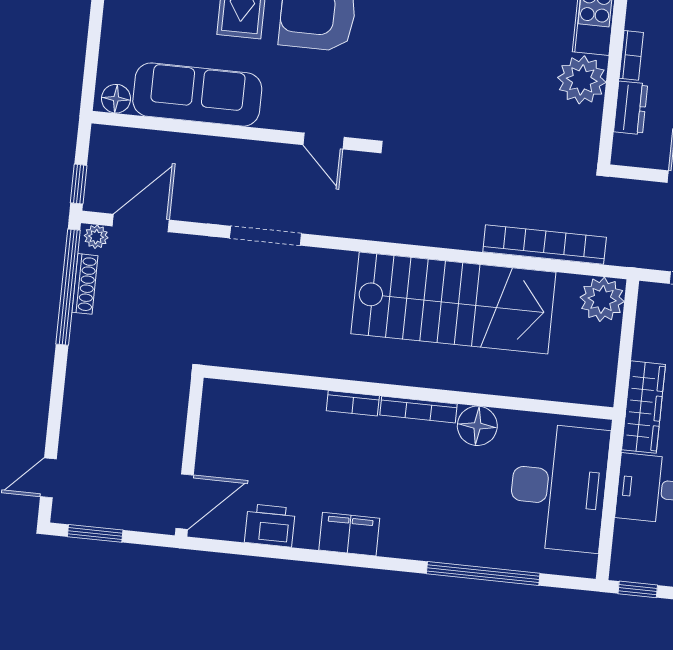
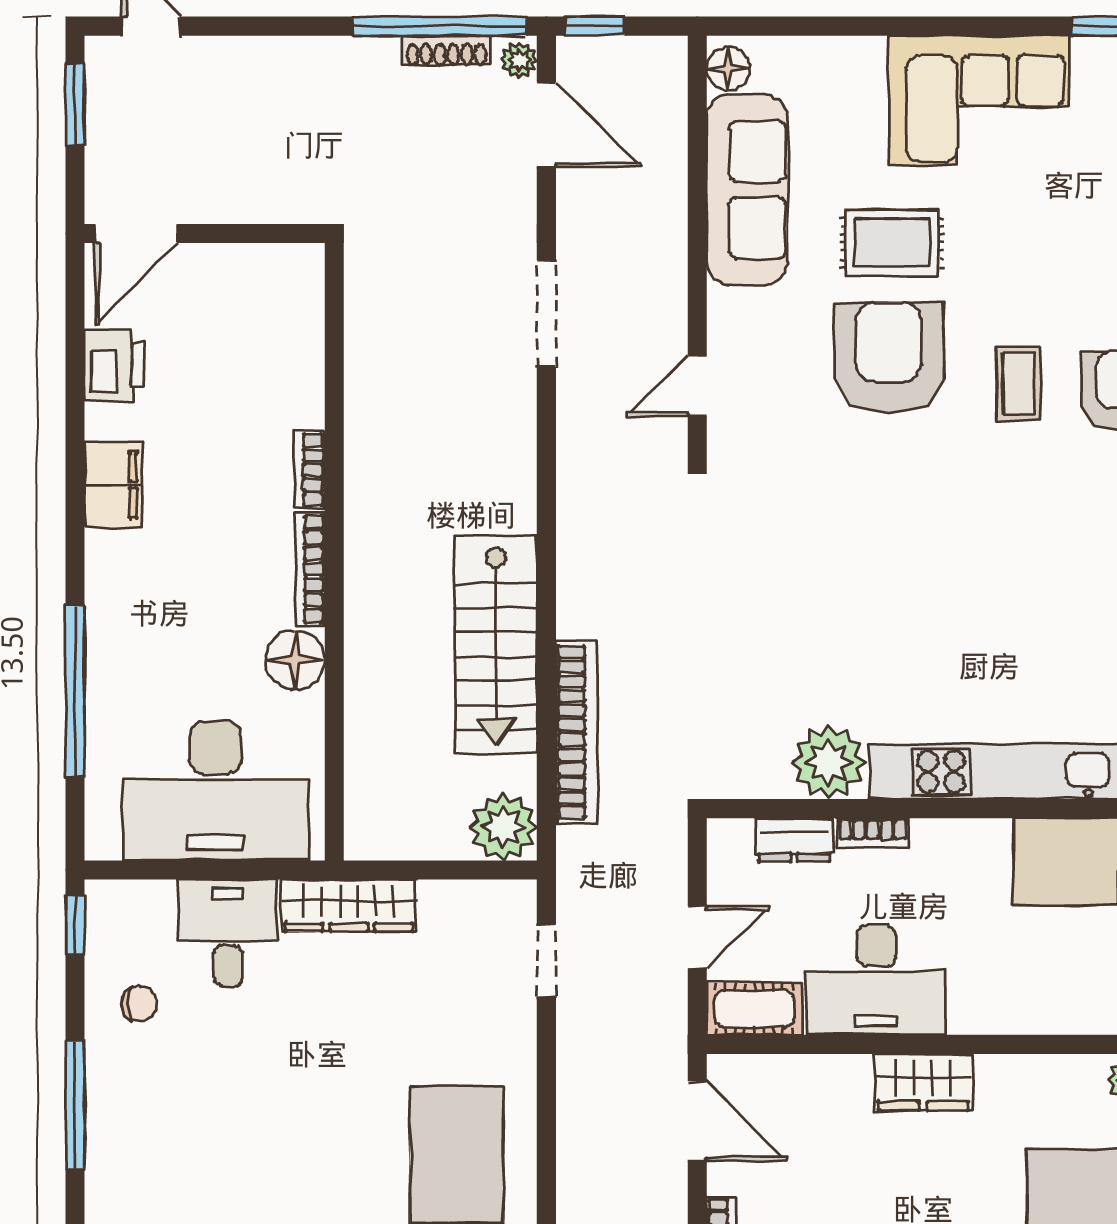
stairs: (453, 303) -> (496, 645), width x0.73, depth x0.66
door: (185, 502) -> (136, 234), hinge flipped

